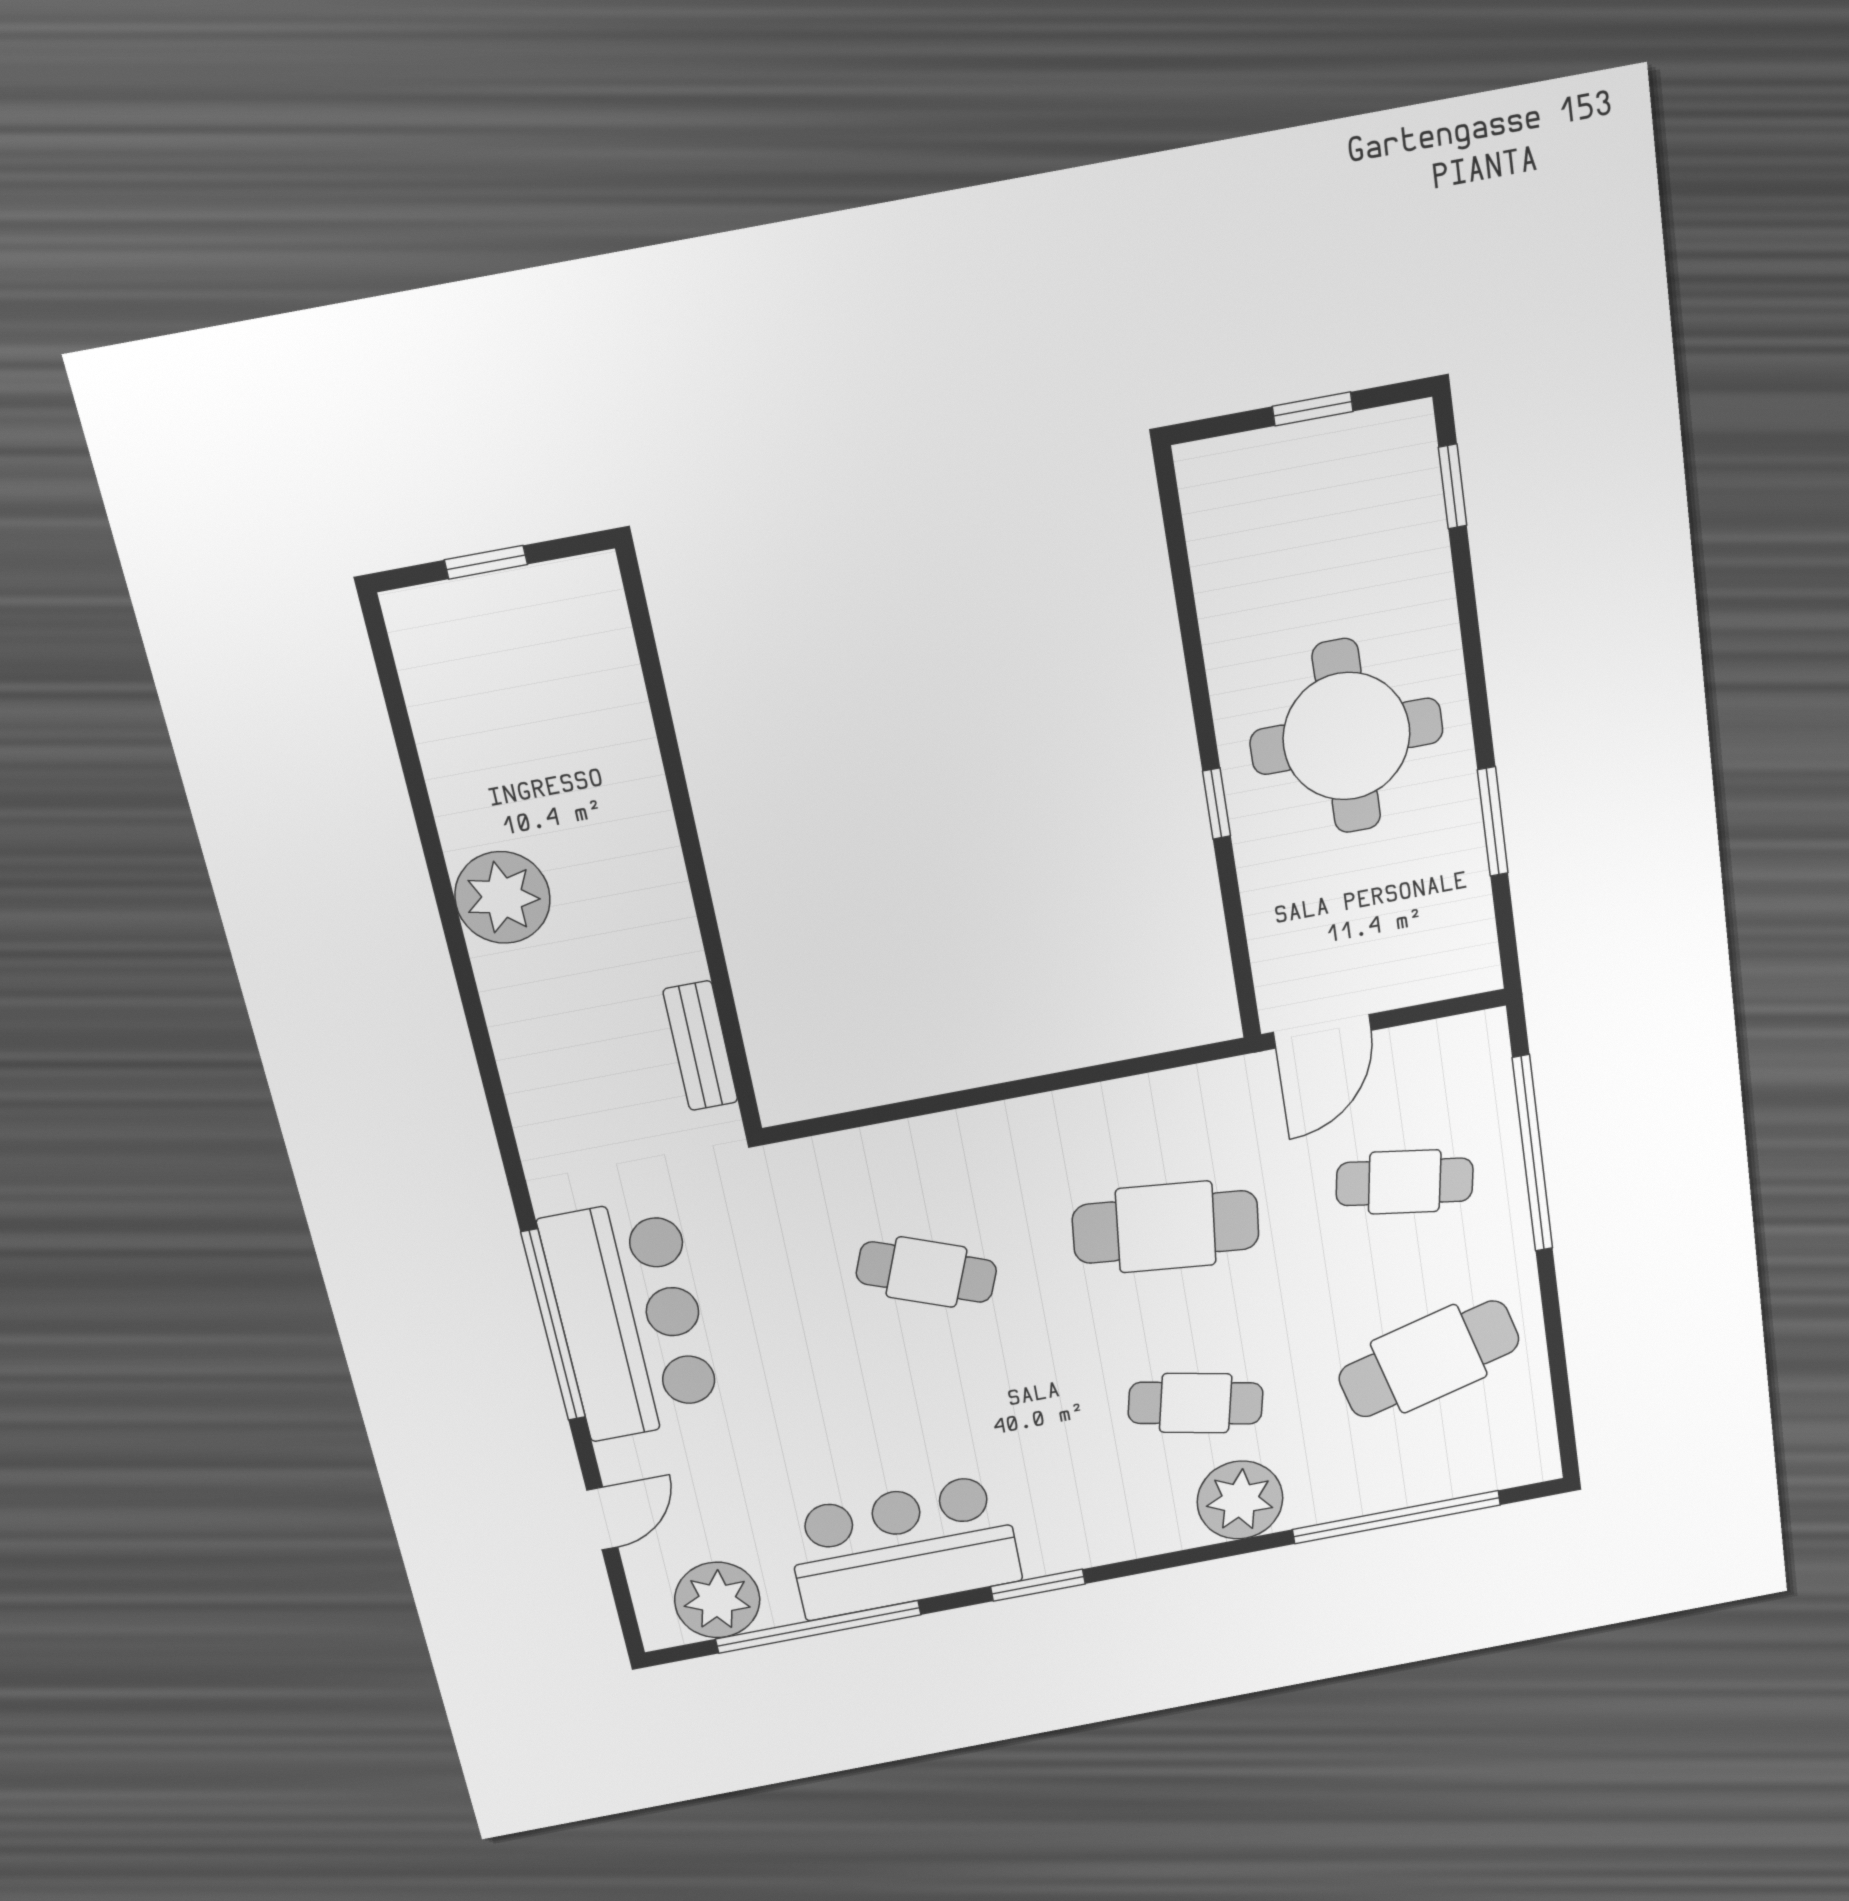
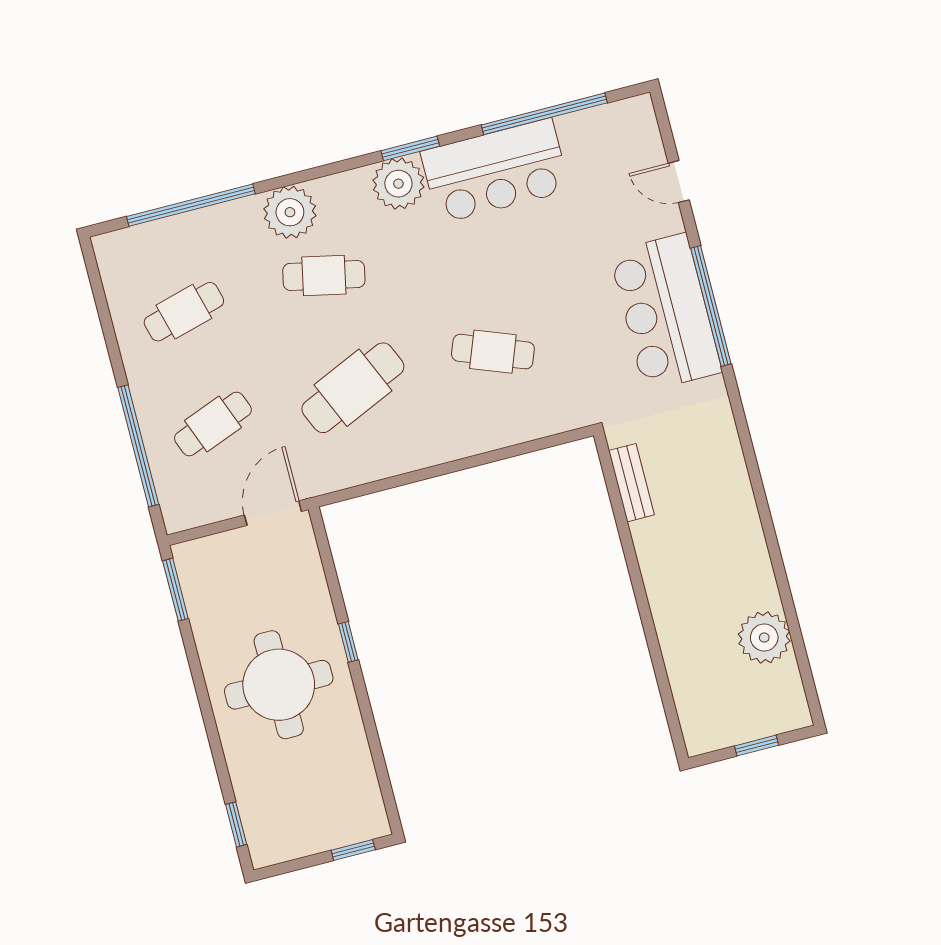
window: (1313, 409) -> (353, 850), moved
window: (1493, 822) -> (175, 590), moved
plant: (502, 898) -> (764, 638), moved
cafe table: (1405, 1182) -> (213, 424), turned -30
cafe table: (1166, 1227) -> (353, 388), turned -30
cafe table: (1429, 1359) -> (184, 312), width x0.73, depth x0.74
door: (602, 1519) -> (679, 182), hinge flipped
plant: (717, 1600) -> (398, 184), moved

